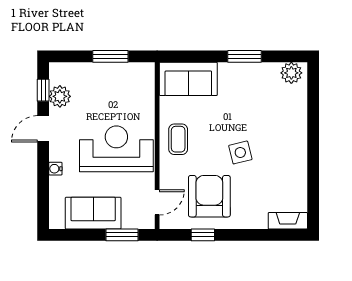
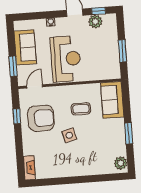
coffee table: (178, 139) -> (81, 109), moved
door: (157, 202) -> (35, 86), swing flipped

